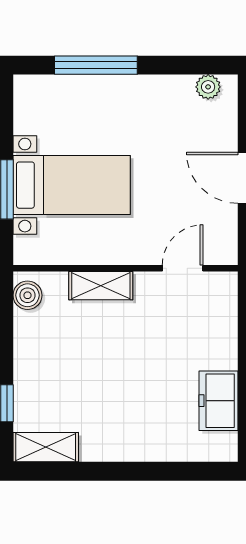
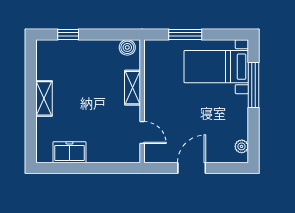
bed with nightstands: (72, 185) -> (216, 67), moved, turned 90
shelving: (46, 447) -> (44, 98), moved

